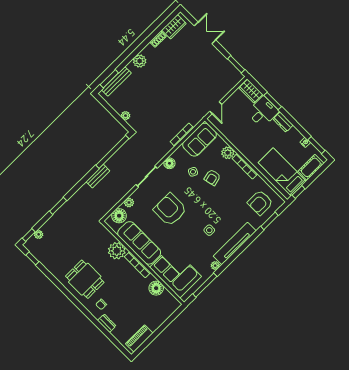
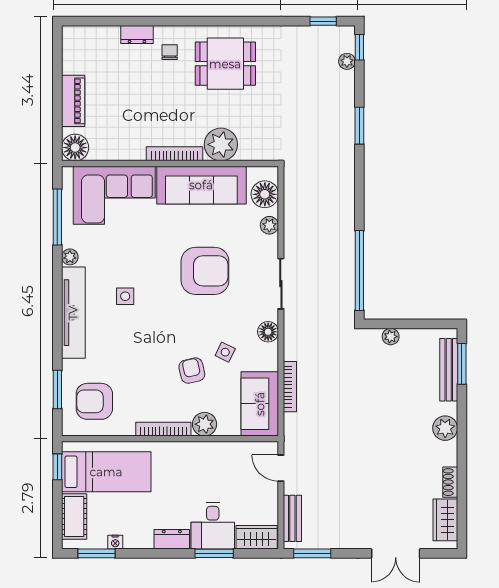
bench: (98, 176) -> (292, 518), moved
armchair: (260, 203) -> (94, 401), turned -90
floor lamp: (156, 288) -> (75, 148), moved
piano: (139, 338) -> (73, 101), moved

